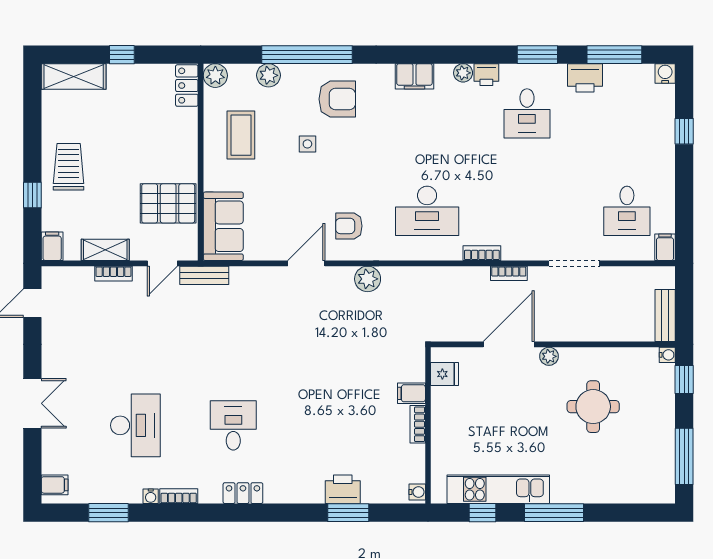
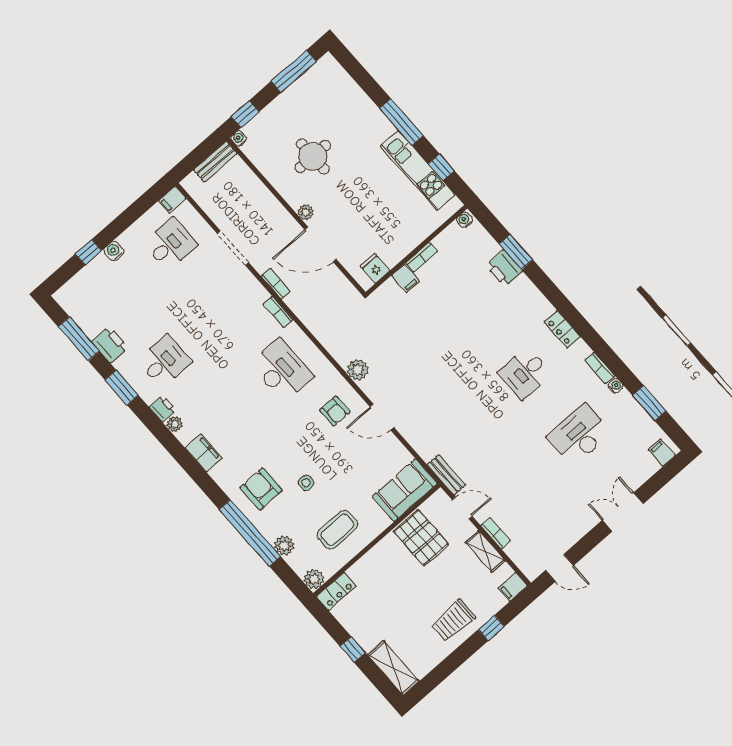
water cooler: (665, 73) -> (114, 251), moved, turned 90

